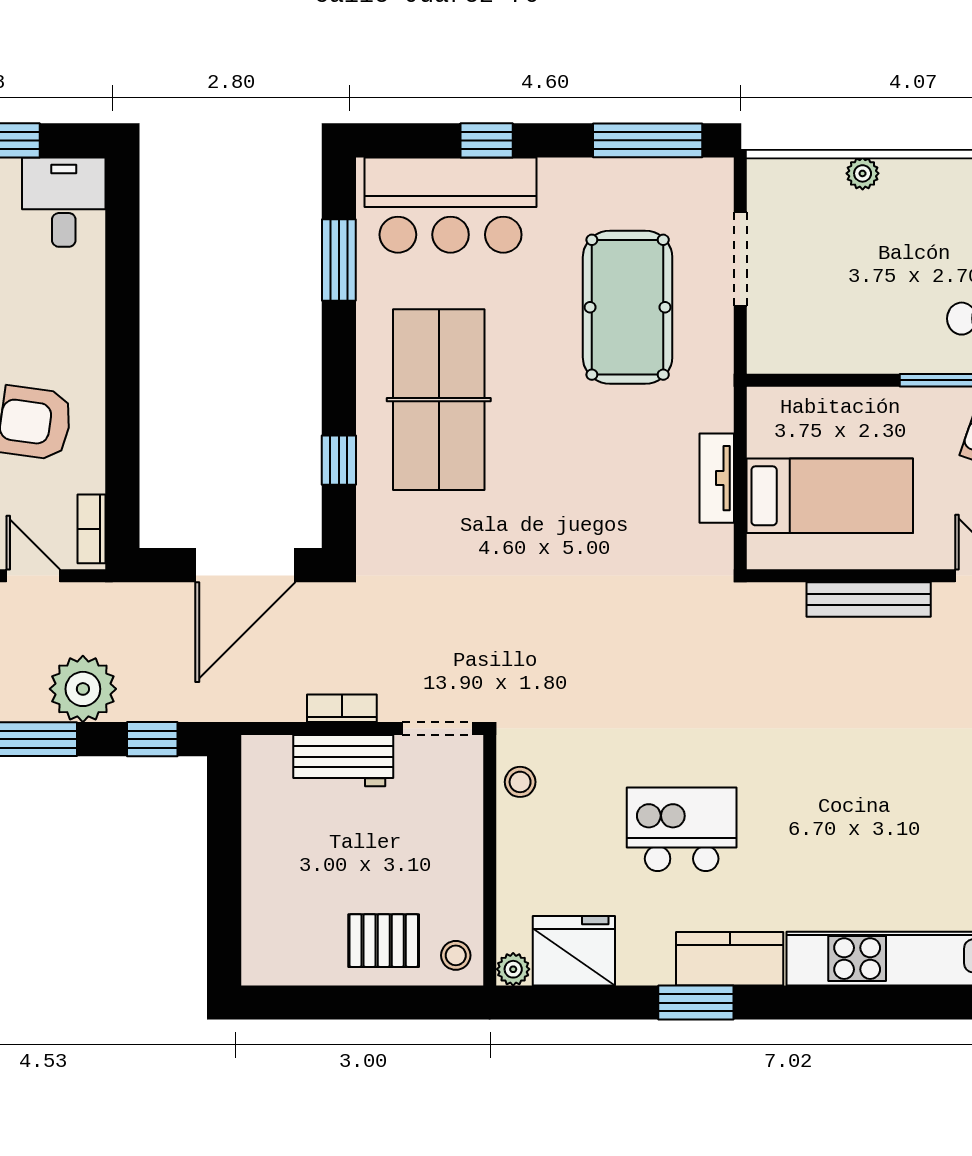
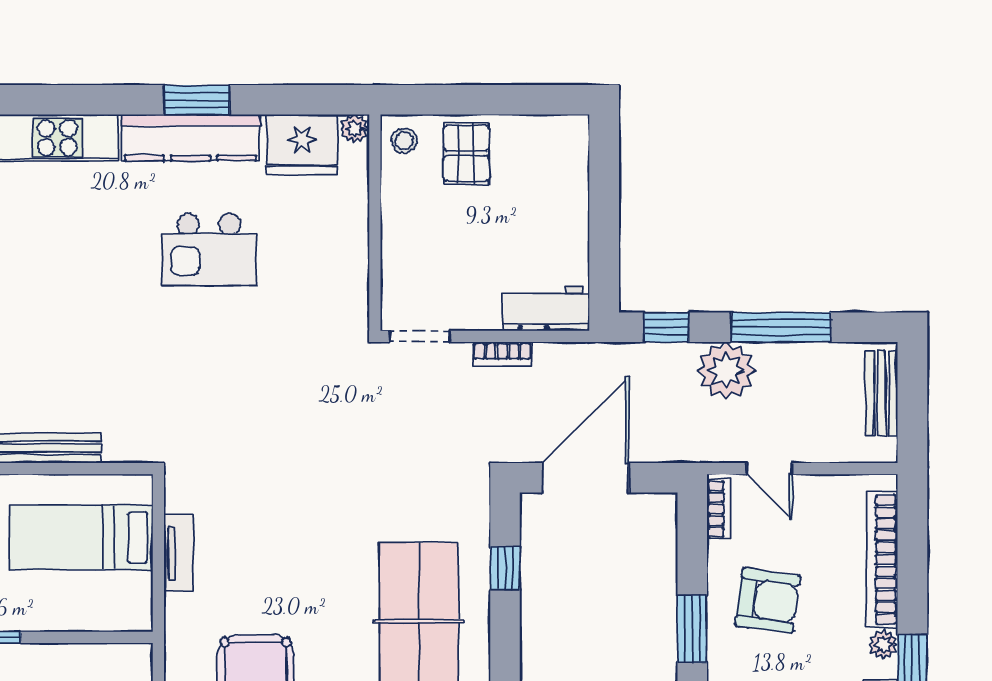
window: (122, 390) -> (692, 629), added
workbench: (343, 761) -> (546, 309), moved
stool: (520, 782) -> (349, 290), removed
pallet: (384, 941) -> (466, 153), turned 90
kitchen counter: (730, 959) -> (191, 138), width x1.50

